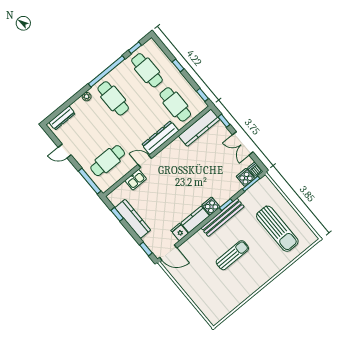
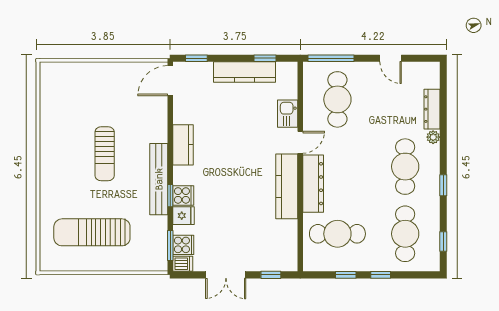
cafe table: (147, 70) -> (405, 234), turned 90
window: (107, 71) -> (443, 185), width x0.32
window: (202, 95) -> (346, 275), moved
cafe table: (113, 98) -> (405, 167), turned 90
dresser: (62, 118) -> (432, 109), moved
kitchen counter: (199, 128) -> (287, 186), moved
double door: (243, 143) -> (226, 275), swing flipped
door: (65, 151) -> (391, 58), swing flipped
cooker: (211, 206) -> (183, 195), moved
fridge: (180, 232) -> (183, 216), moved

